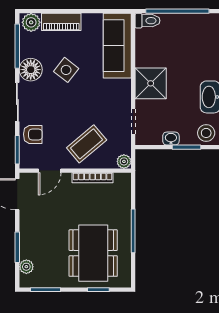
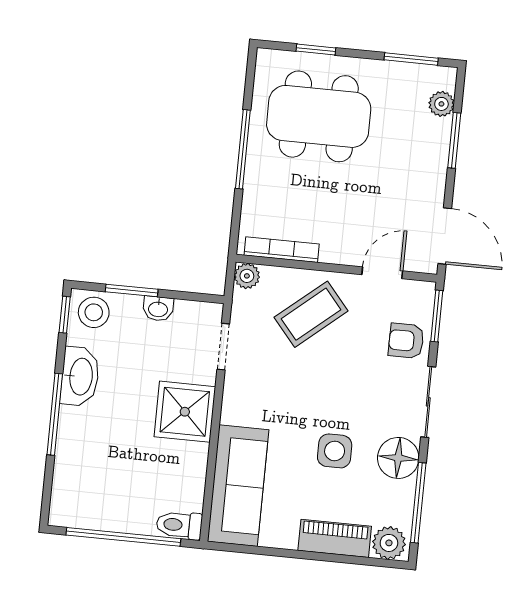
side table: (66, 70) -> (335, 451), turned -38
bookcase: (92, 178) -> (282, 250), moved
dining table: (93, 253) -> (319, 116), turned 90

